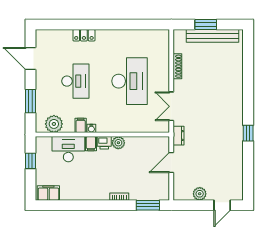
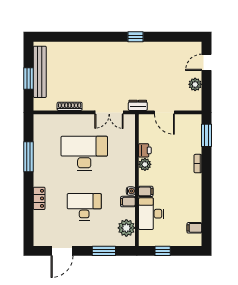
window: (126, 25) -> (29, 157), added
printer: (104, 143) -> (145, 150), moved
filing cabinet: (48, 193) -> (194, 228), width x0.50
door: (222, 205) -> (206, 62), swing flipped

